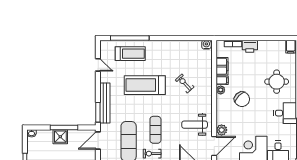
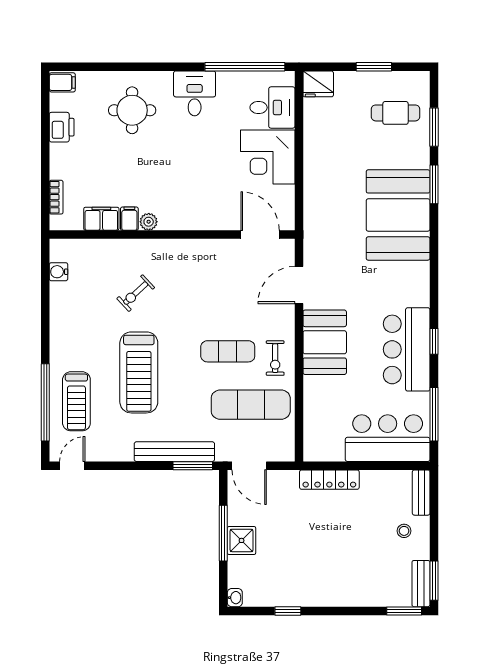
water cooler: (206, 45) -> (58, 272), moved
printer: (250, 46) -> (62, 127), moved
treadmill: (130, 54) -> (76, 401), turned 180
door: (98, 65) -> (72, 466), moved
chair: (242, 99) -> (167, 179), removed
weight bench: (195, 125) -> (218, 273), removed
plant: (222, 130) -> (228, 220), removed

